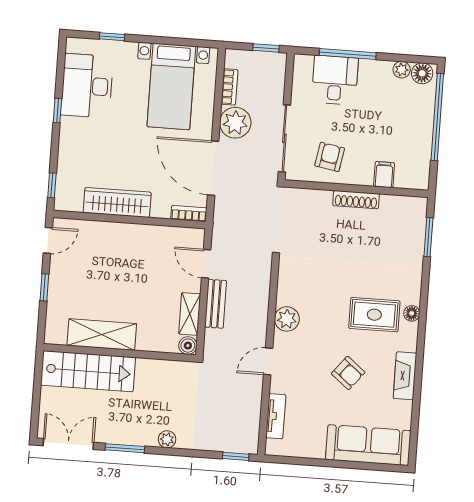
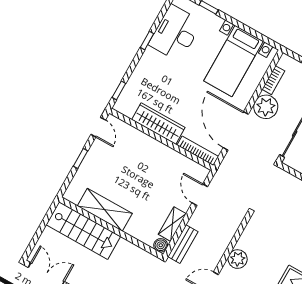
bookcase: (189, 214) -> (198, 151), width x1.56
door: (48, 240) -> (98, 127), hinge flipped
bench: (216, 304) -> (183, 244), moved

